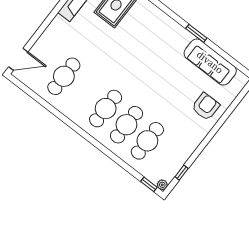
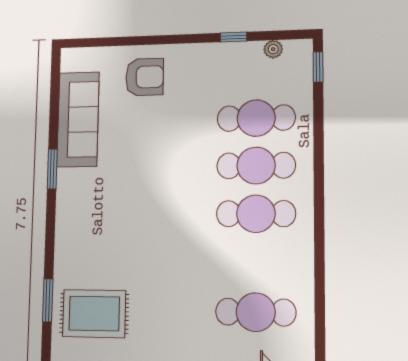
armchair: (206, 107) -> (144, 77), turned 180
window: (182, 173) -> (233, 37), moved
plant: (162, 185) -> (273, 49), moved

